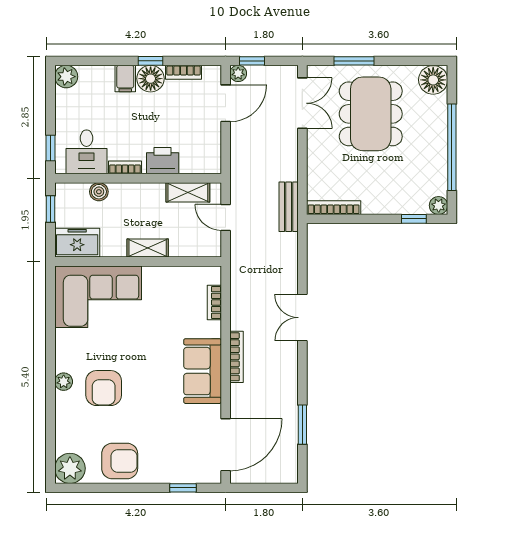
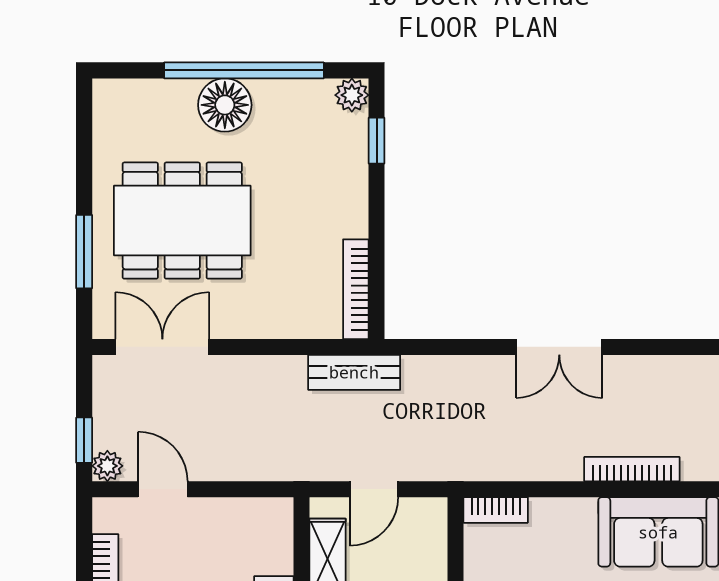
floor lamp: (433, 80) -> (225, 105), moved
door: (226, 103) -> (163, 489), width x0.73
bookcase: (214, 302) -> (496, 510), moved

